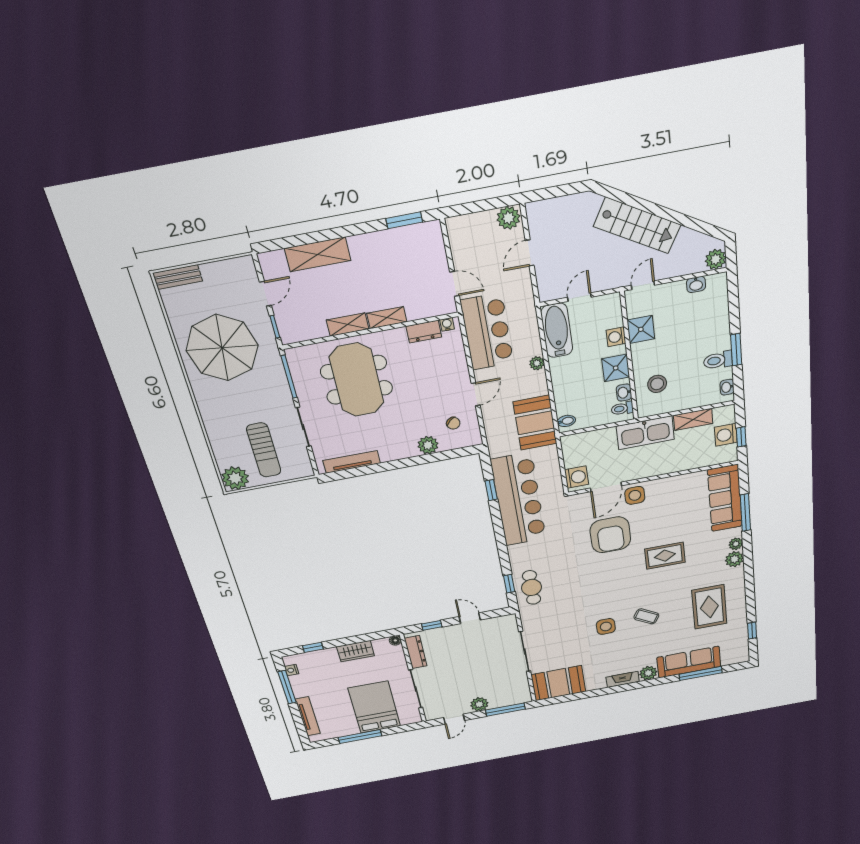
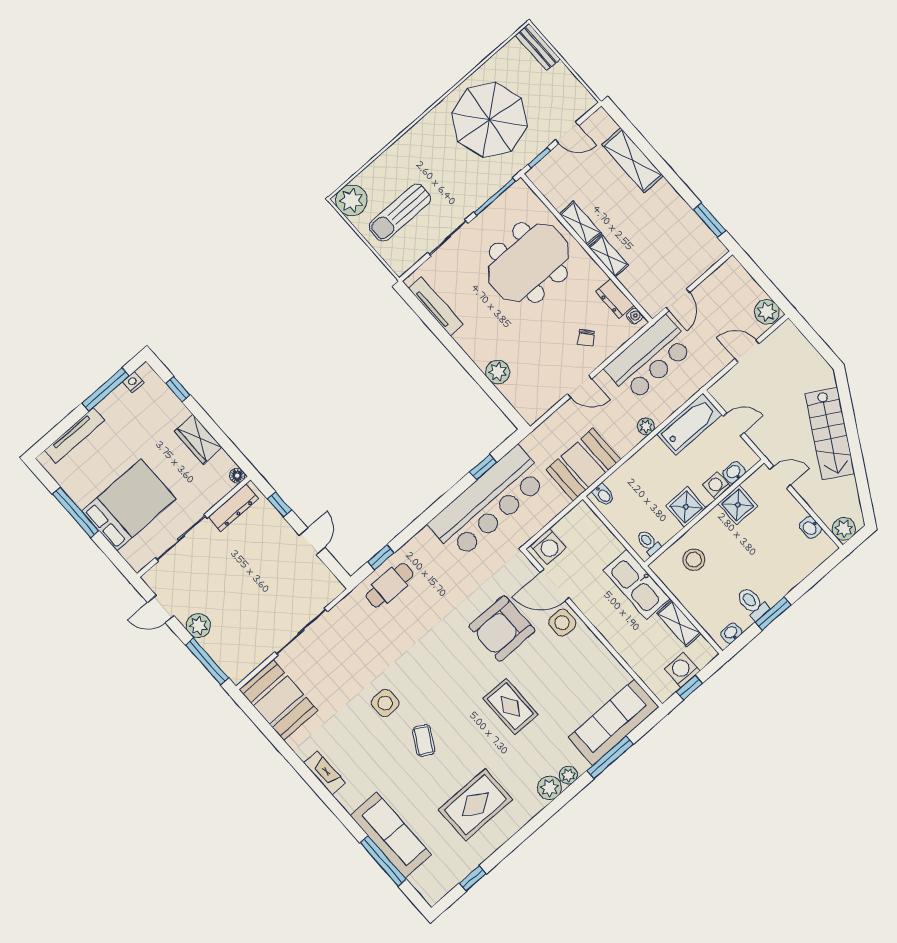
washbasin: (624, 393) -> (734, 472), moved
chair: (453, 423) -> (586, 338), moved
plant: (648, 673) -> (350, 797), removed

